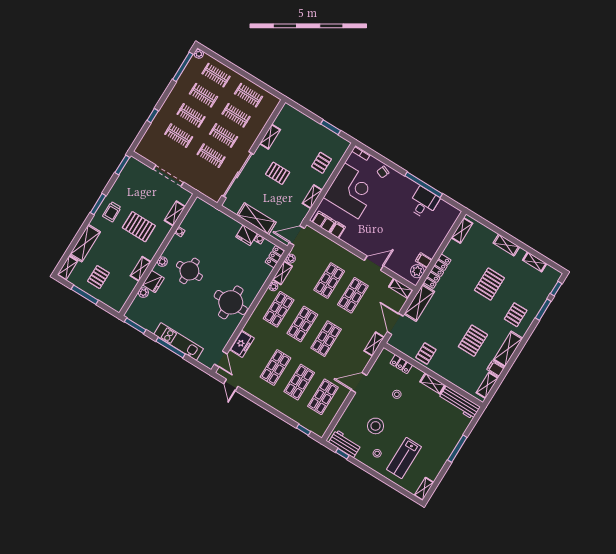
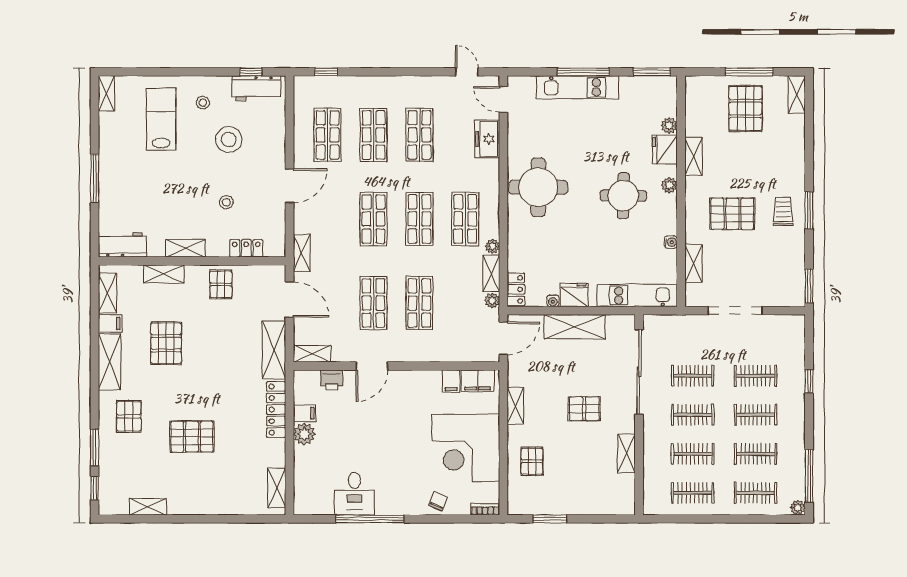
kitchen unit: (214, 215) -> (637, 296), added
shelving: (85, 243) -> (793, 144), removed
shelving: (506, 245) -> (164, 274), moved
printer: (399, 269) -> (332, 380), added
plant: (417, 271) -> (304, 434), moved
pallet: (98, 277) -> (745, 108), width x1.50, depth x1.42
pallet: (489, 284) -> (192, 437), turned 90
workbench: (459, 403) -> (122, 245), width x0.73

